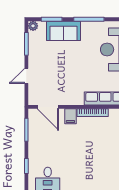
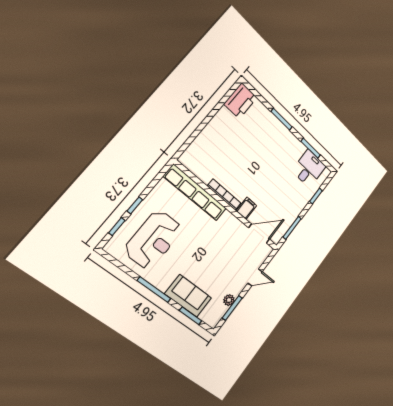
plant: (33, 26) -> (229, 300), moved
door: (48, 107) -> (259, 234), hinge flipped

